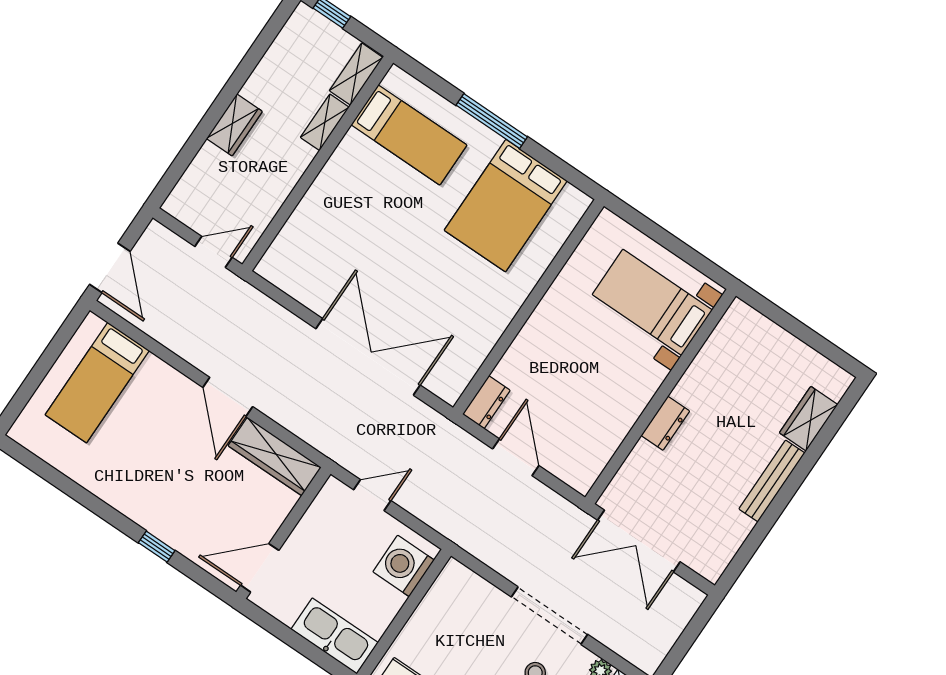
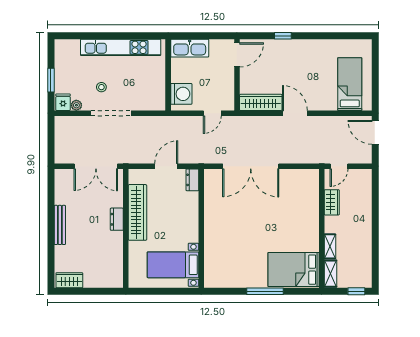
wardrobe: (234, 125) -> (332, 202), moved, turned 180
bed: (409, 135) -> (294, 270), width x1.50
bed: (506, 206) -> (237, 262), removed
bed with nightstands: (652, 302) -> (173, 265), moved, turned 180
wardrobe: (621, 411) -> (137, 212), added
wardrobe: (809, 419) -> (69, 280), moved, turned -90
door: (516, 457) -> (166, 166), swing flipped
double door: (639, 541) -> (96, 166), swing flipped

